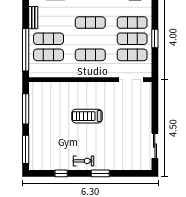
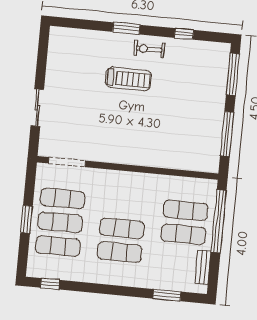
exercise mat: (90, 55) -> (122, 228), moved
treadmill: (87, 116) -> (128, 79), moved
sliding door: (155, 146) -> (37, 108), moved

